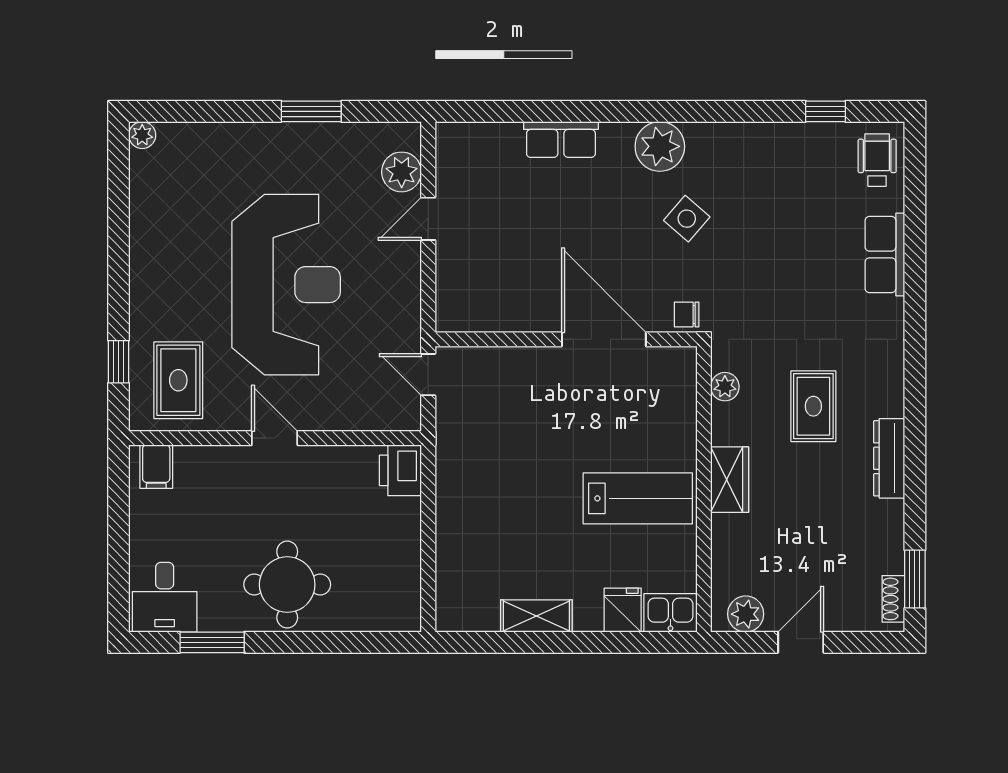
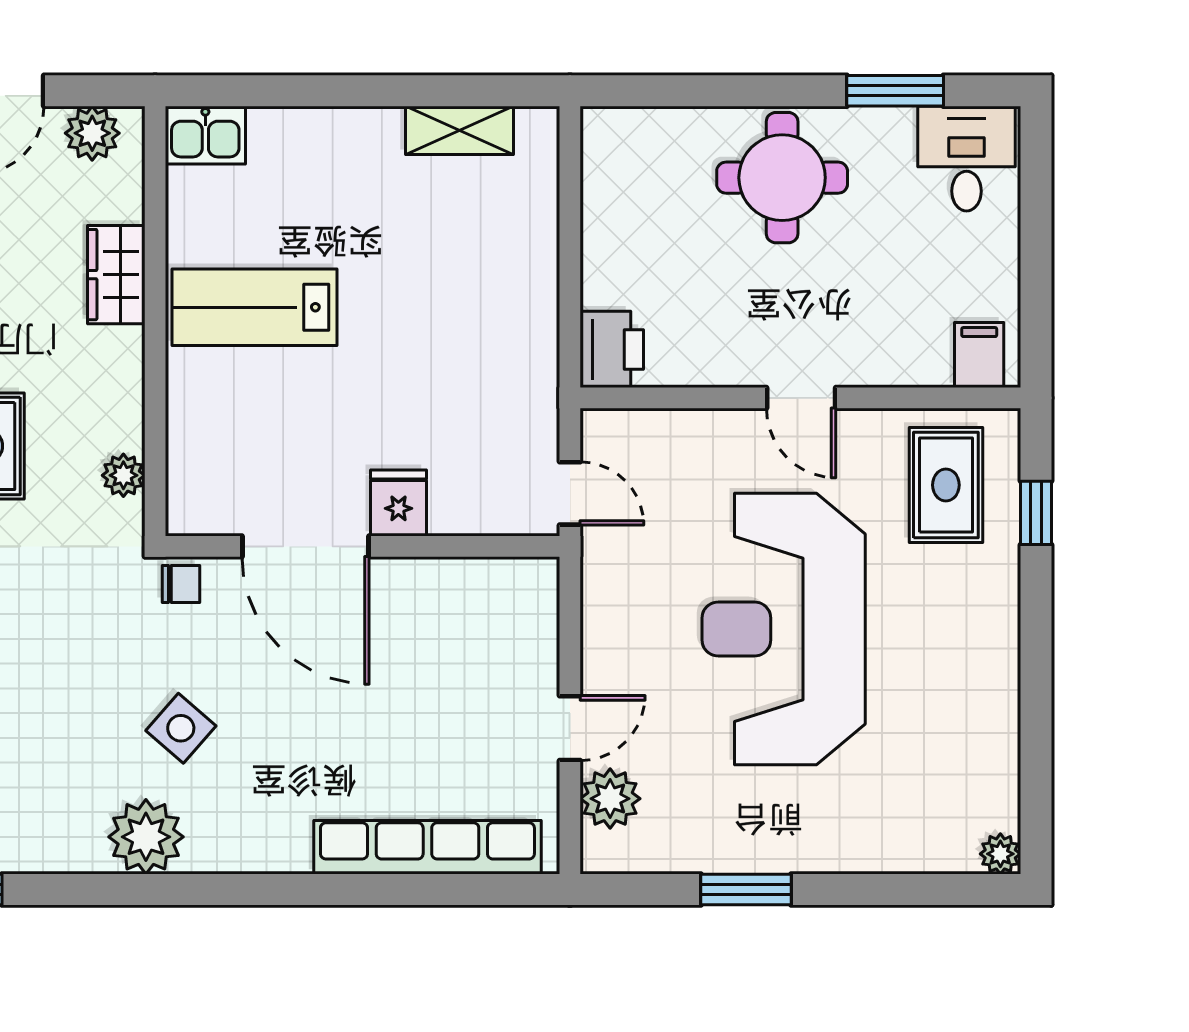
row of seats: (561, 140) -> (427, 847), width x2.02
plant: (660, 146) -> (146, 837), moved
wardrobe: (730, 480) -> (116, 275), moved
fridge: (623, 610) -> (398, 503), moved, turned 180
shelving: (536, 616) -> (460, 130), moved

